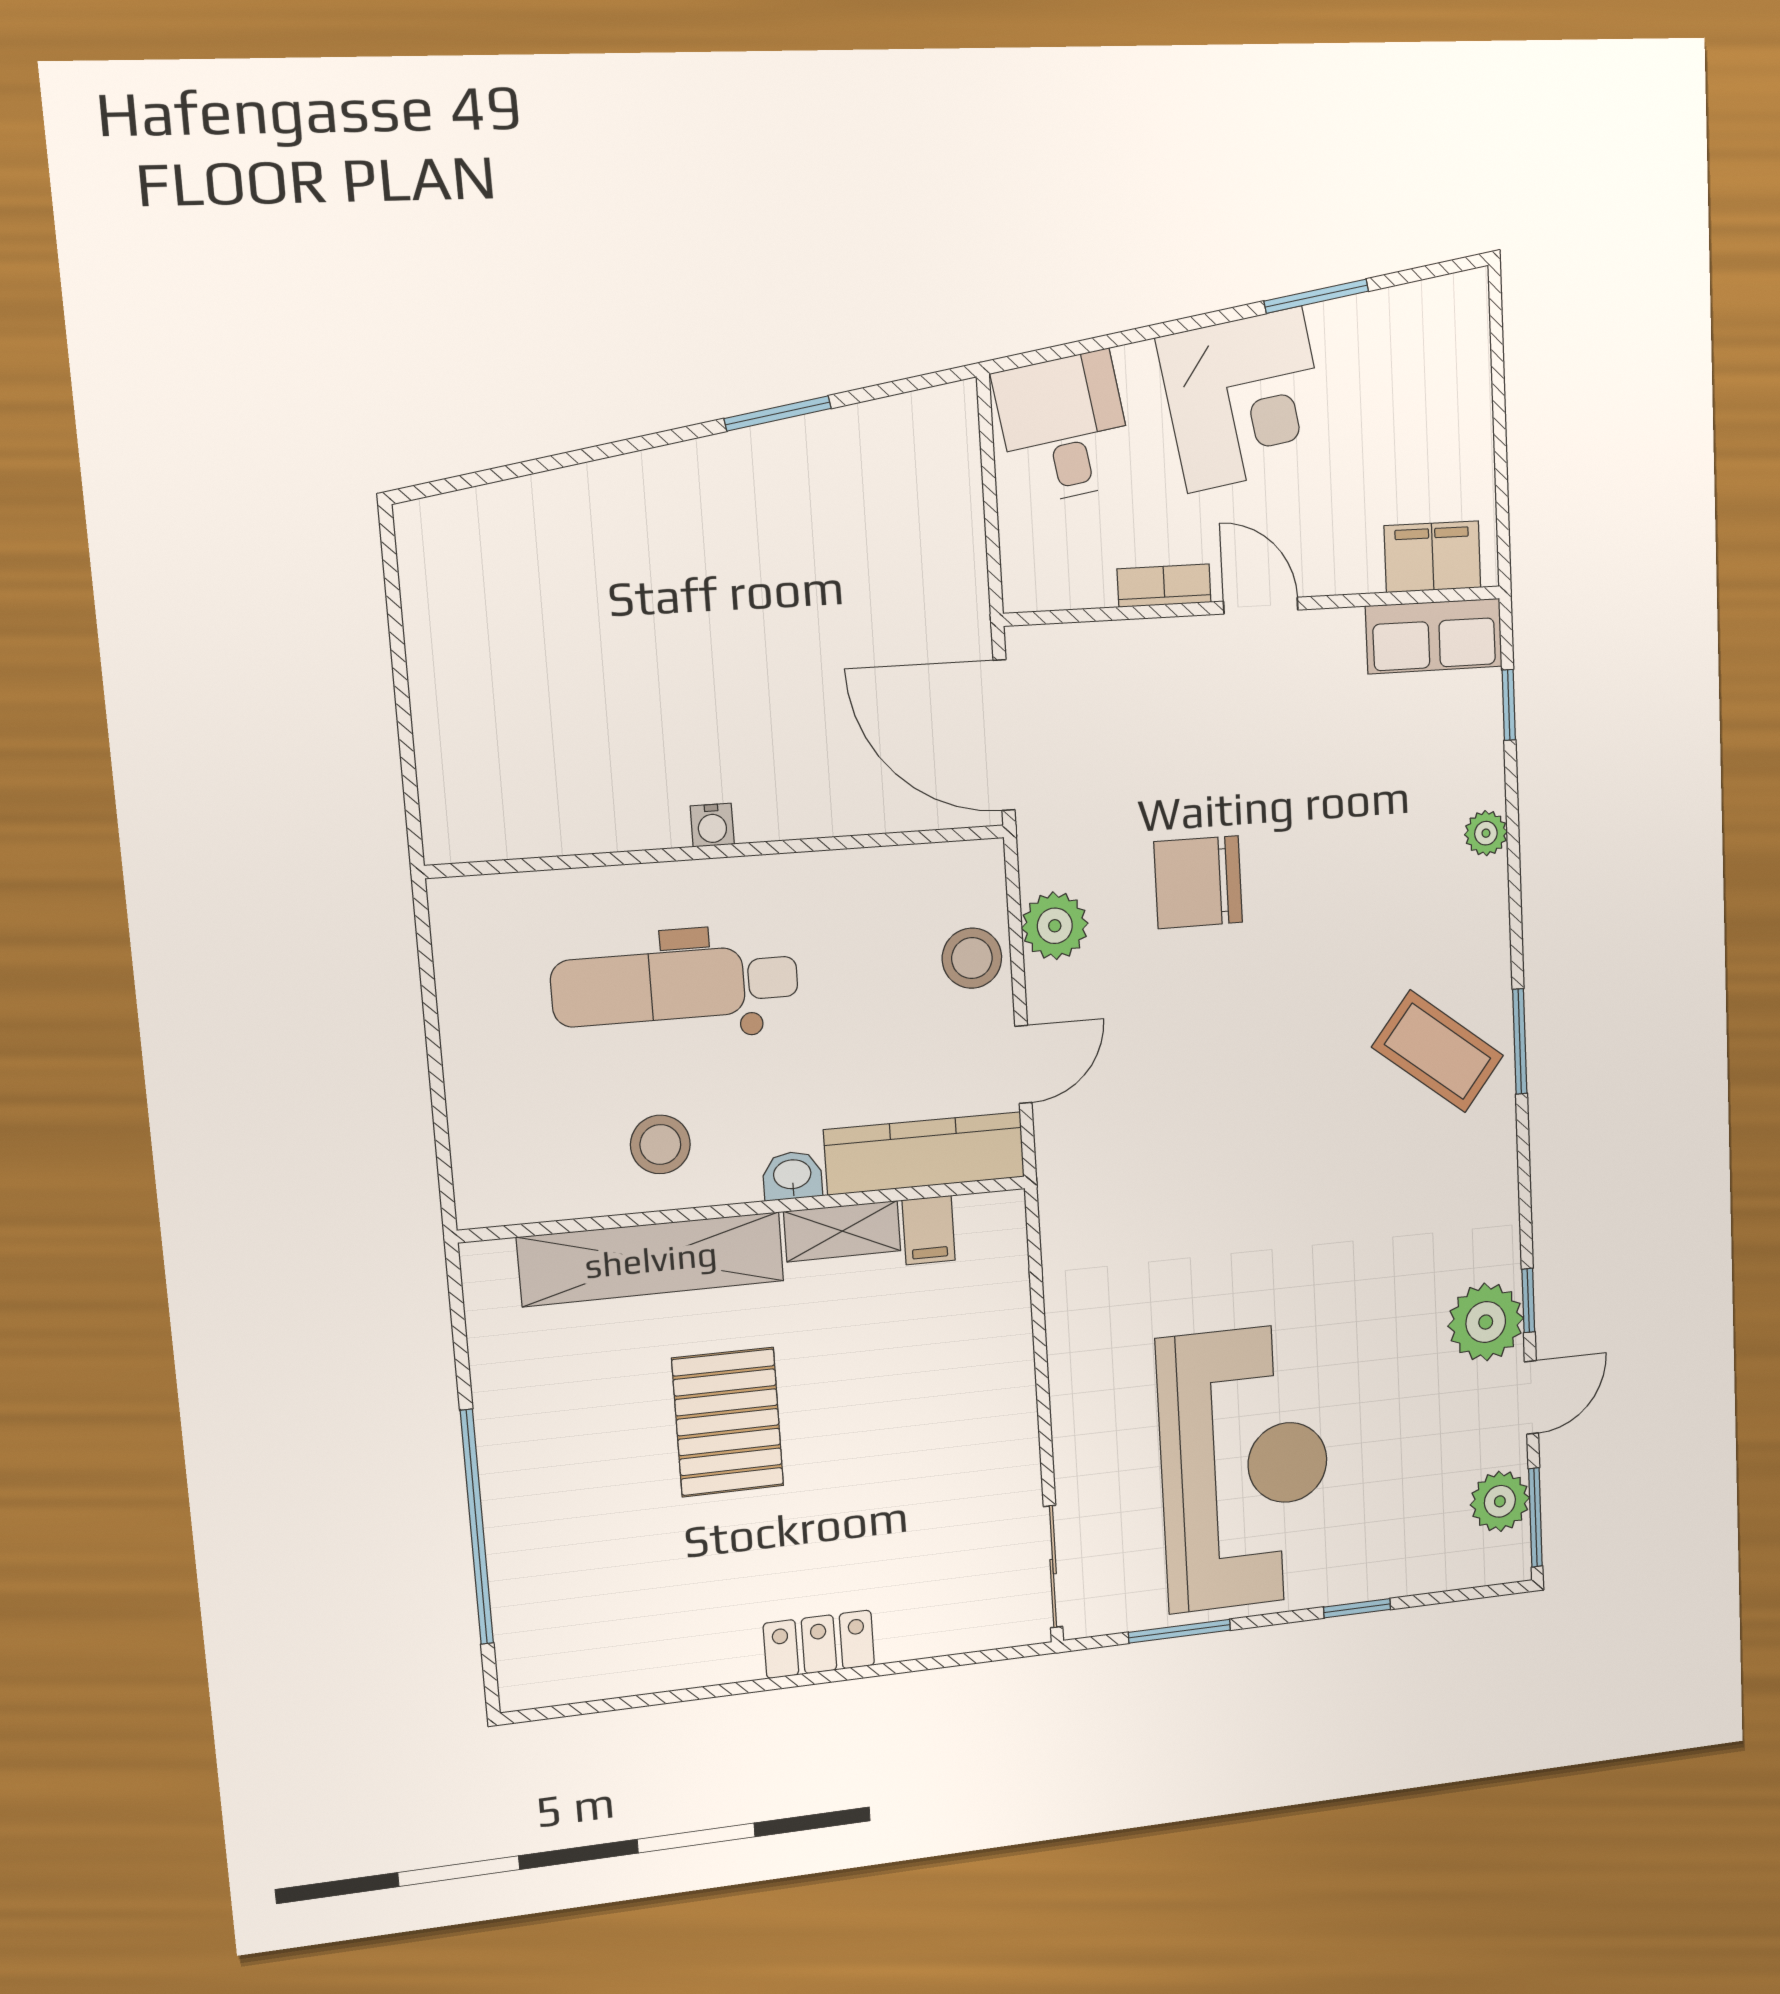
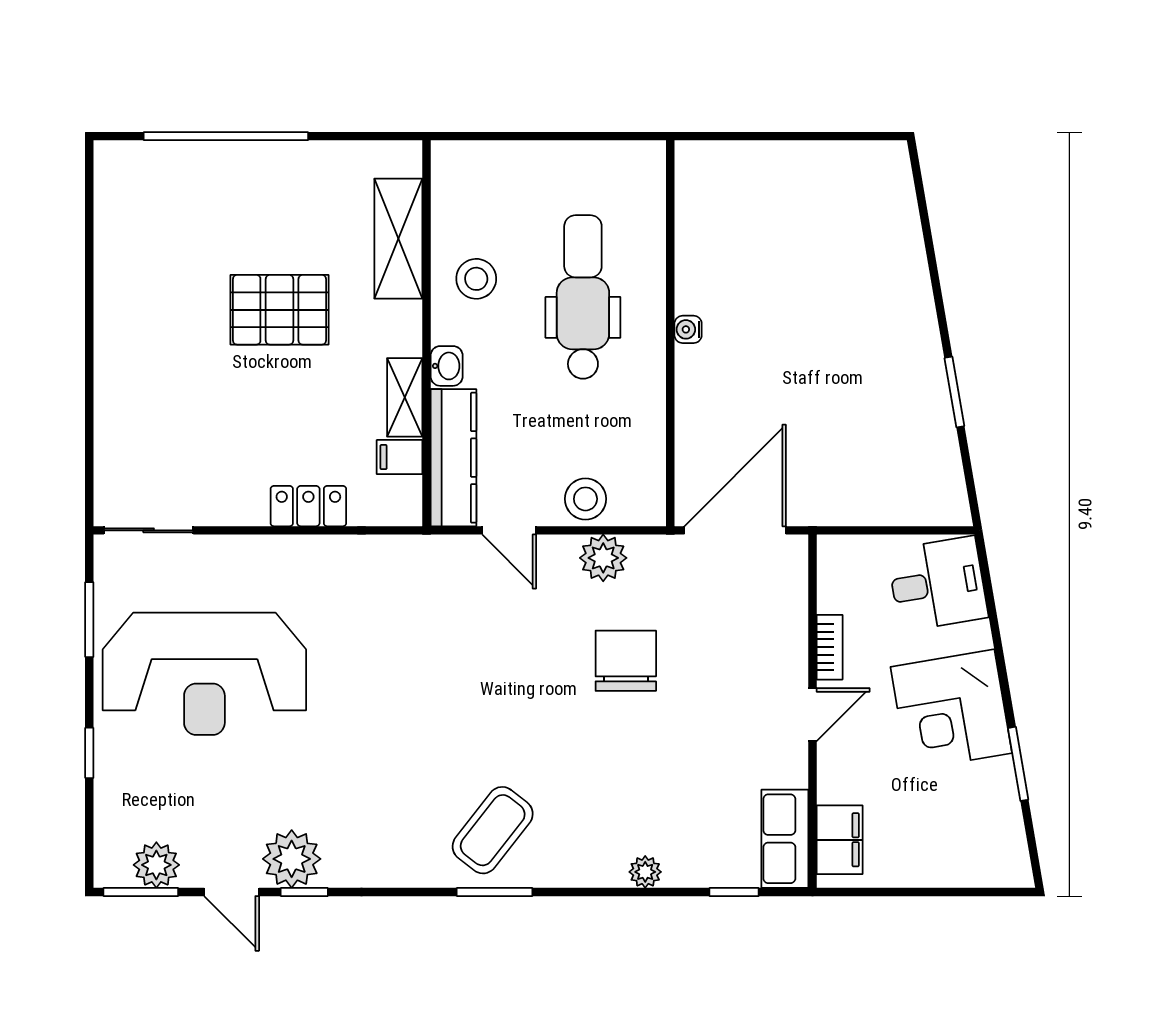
shelving: (651, 1259) -> (398, 239), width x0.68
locker: (819, 1644) -> (308, 506), moved, turned -90

